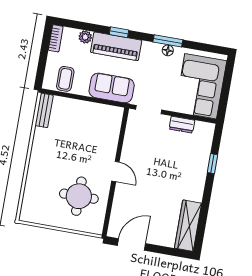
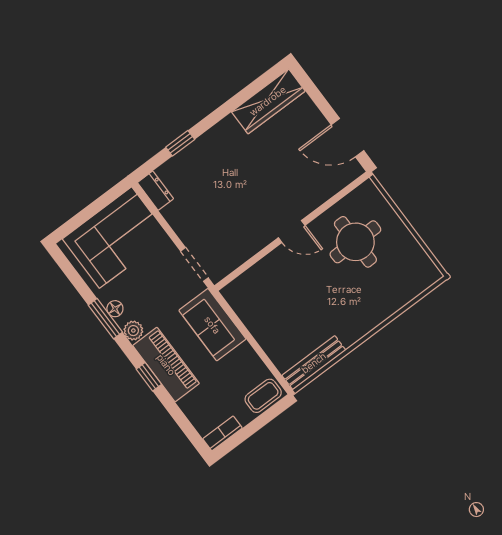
plant: (85, 37) -> (133, 331), moved
coffee table: (65, 79) -> (263, 396), moved
bench: (44, 110) -> (314, 363), width x1.36
dresser: (182, 125) -> (155, 191), moved
door: (115, 172) -> (292, 232), swing flipped

